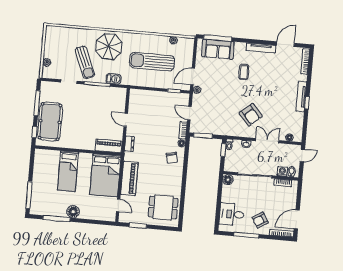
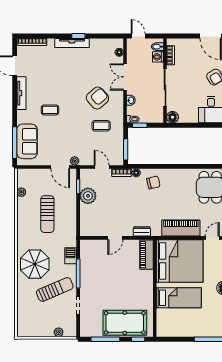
sun lounger: (152, 62) -> (47, 214), width x0.73, depth x0.75
plant: (165, 99) -> (88, 196), added
door: (189, 113) -> (102, 167), swing flipped
coffee table: (226, 116) -> (101, 126), added
bed: (105, 175) -> (180, 261), width x1.36

